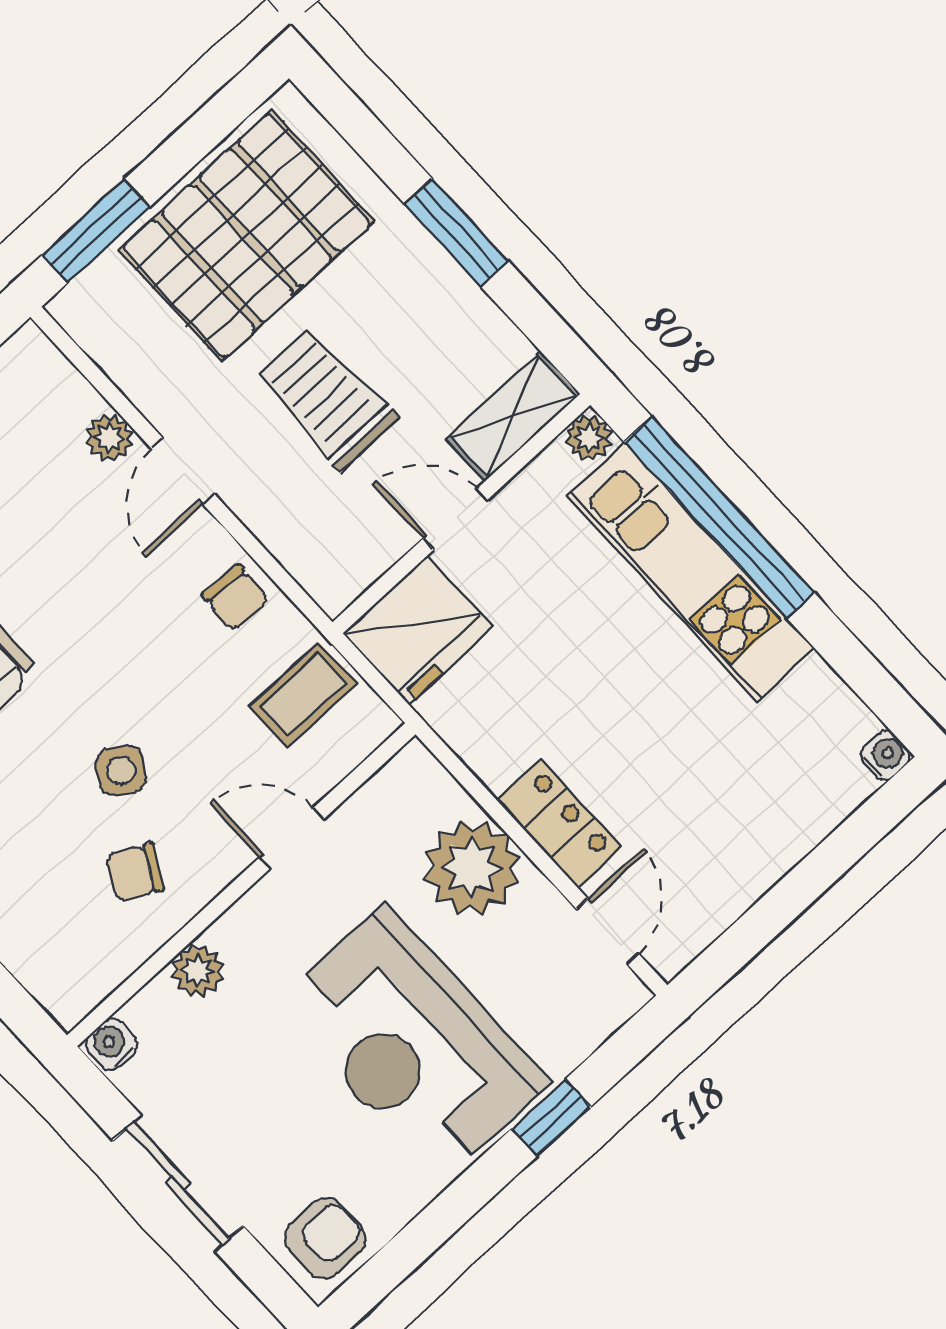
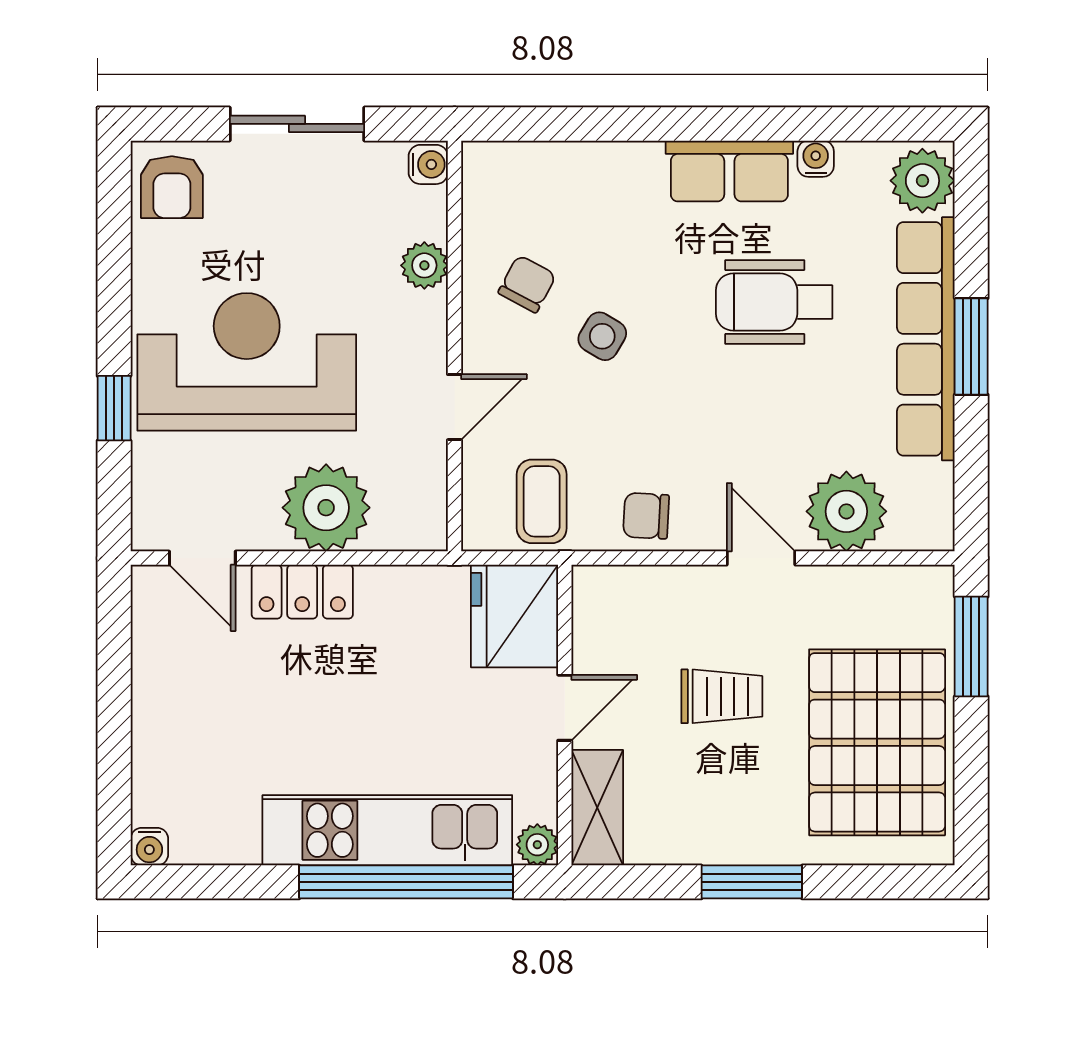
trolley: (327, 398) -> (722, 696), width x0.73, depth x0.72
plant: (109, 438) -> (846, 511), width x1.88, depth x1.88

